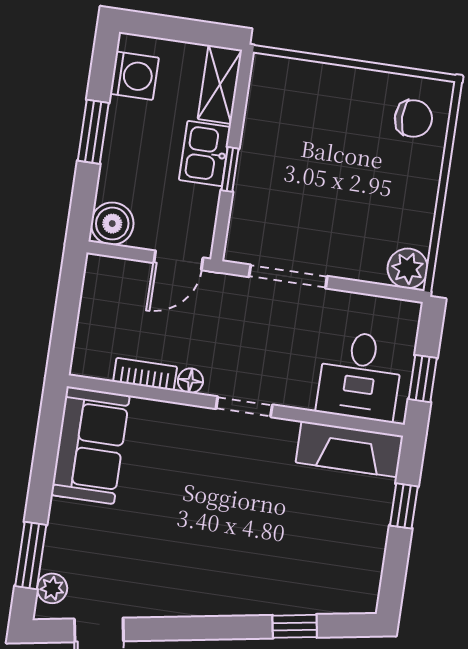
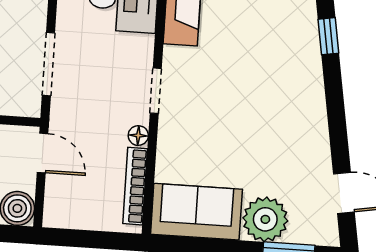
bookcase: (145, 374) -> (135, 186), width x1.56
plant: (52, 588) -> (265, 219), moved, width x1.87, depth x1.87

